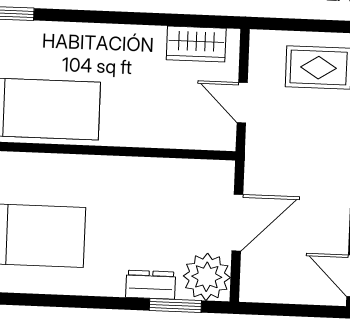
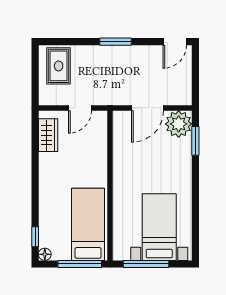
door: (237, 223) -> (147, 108), swing flipped
dresser: (151, 285) -> (184, 155), removed

